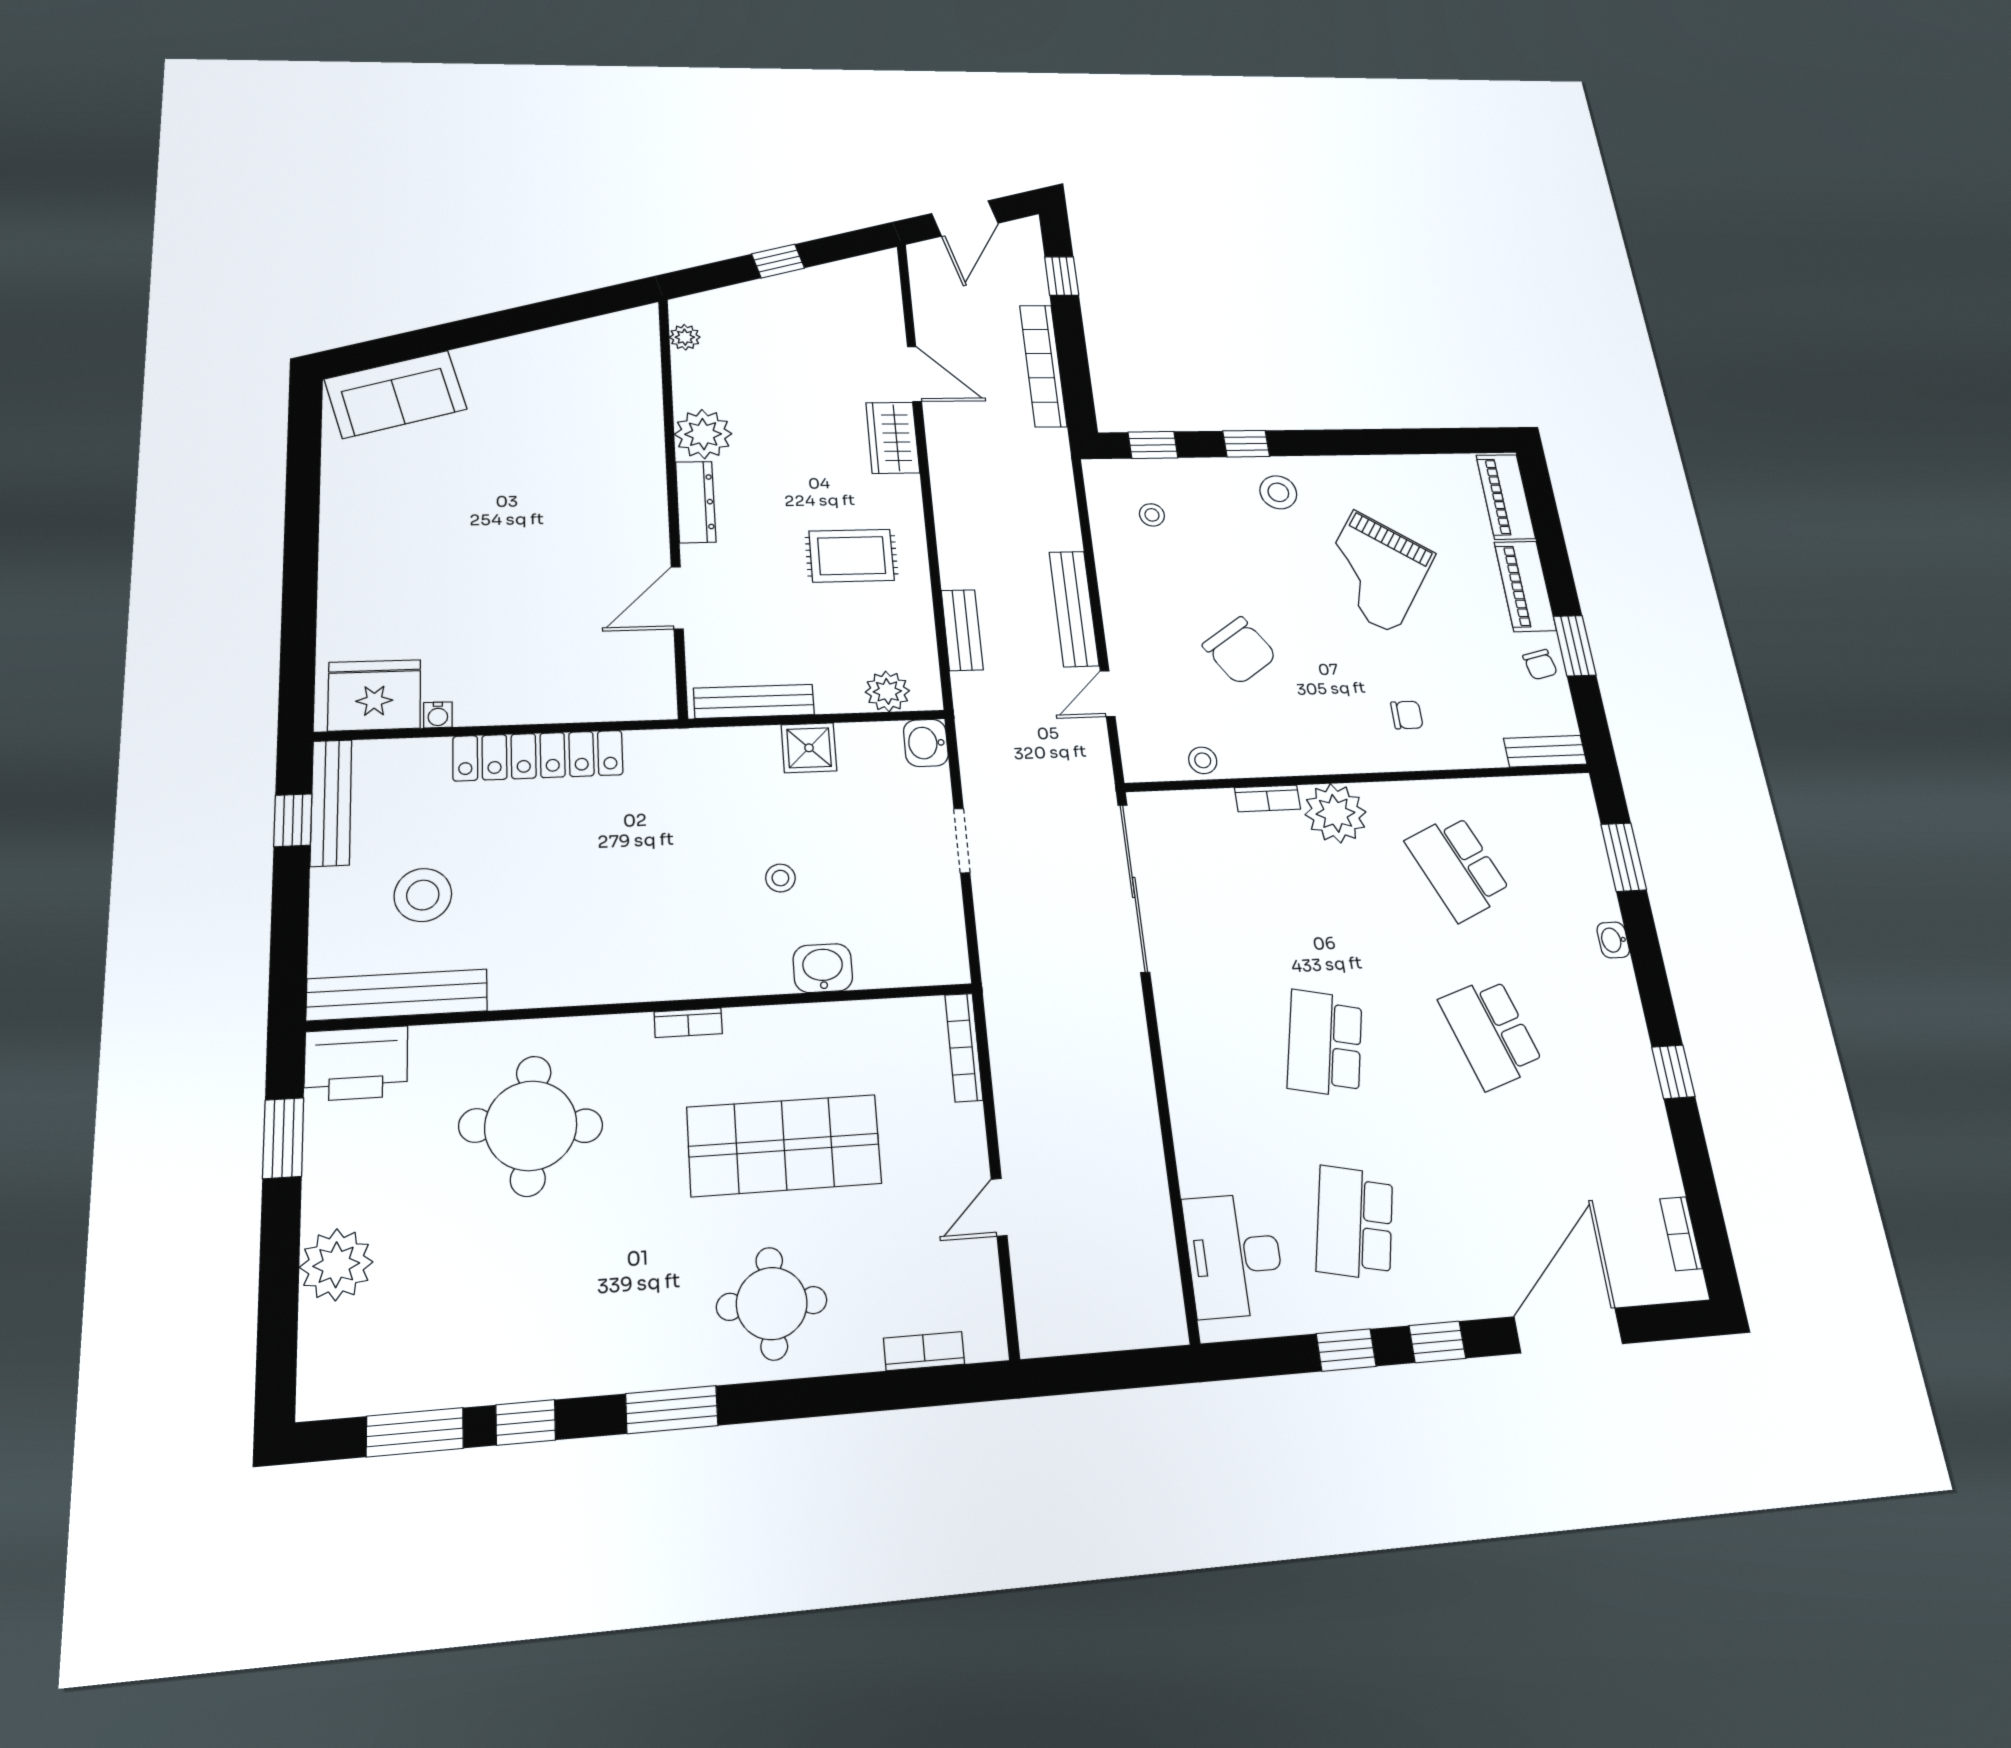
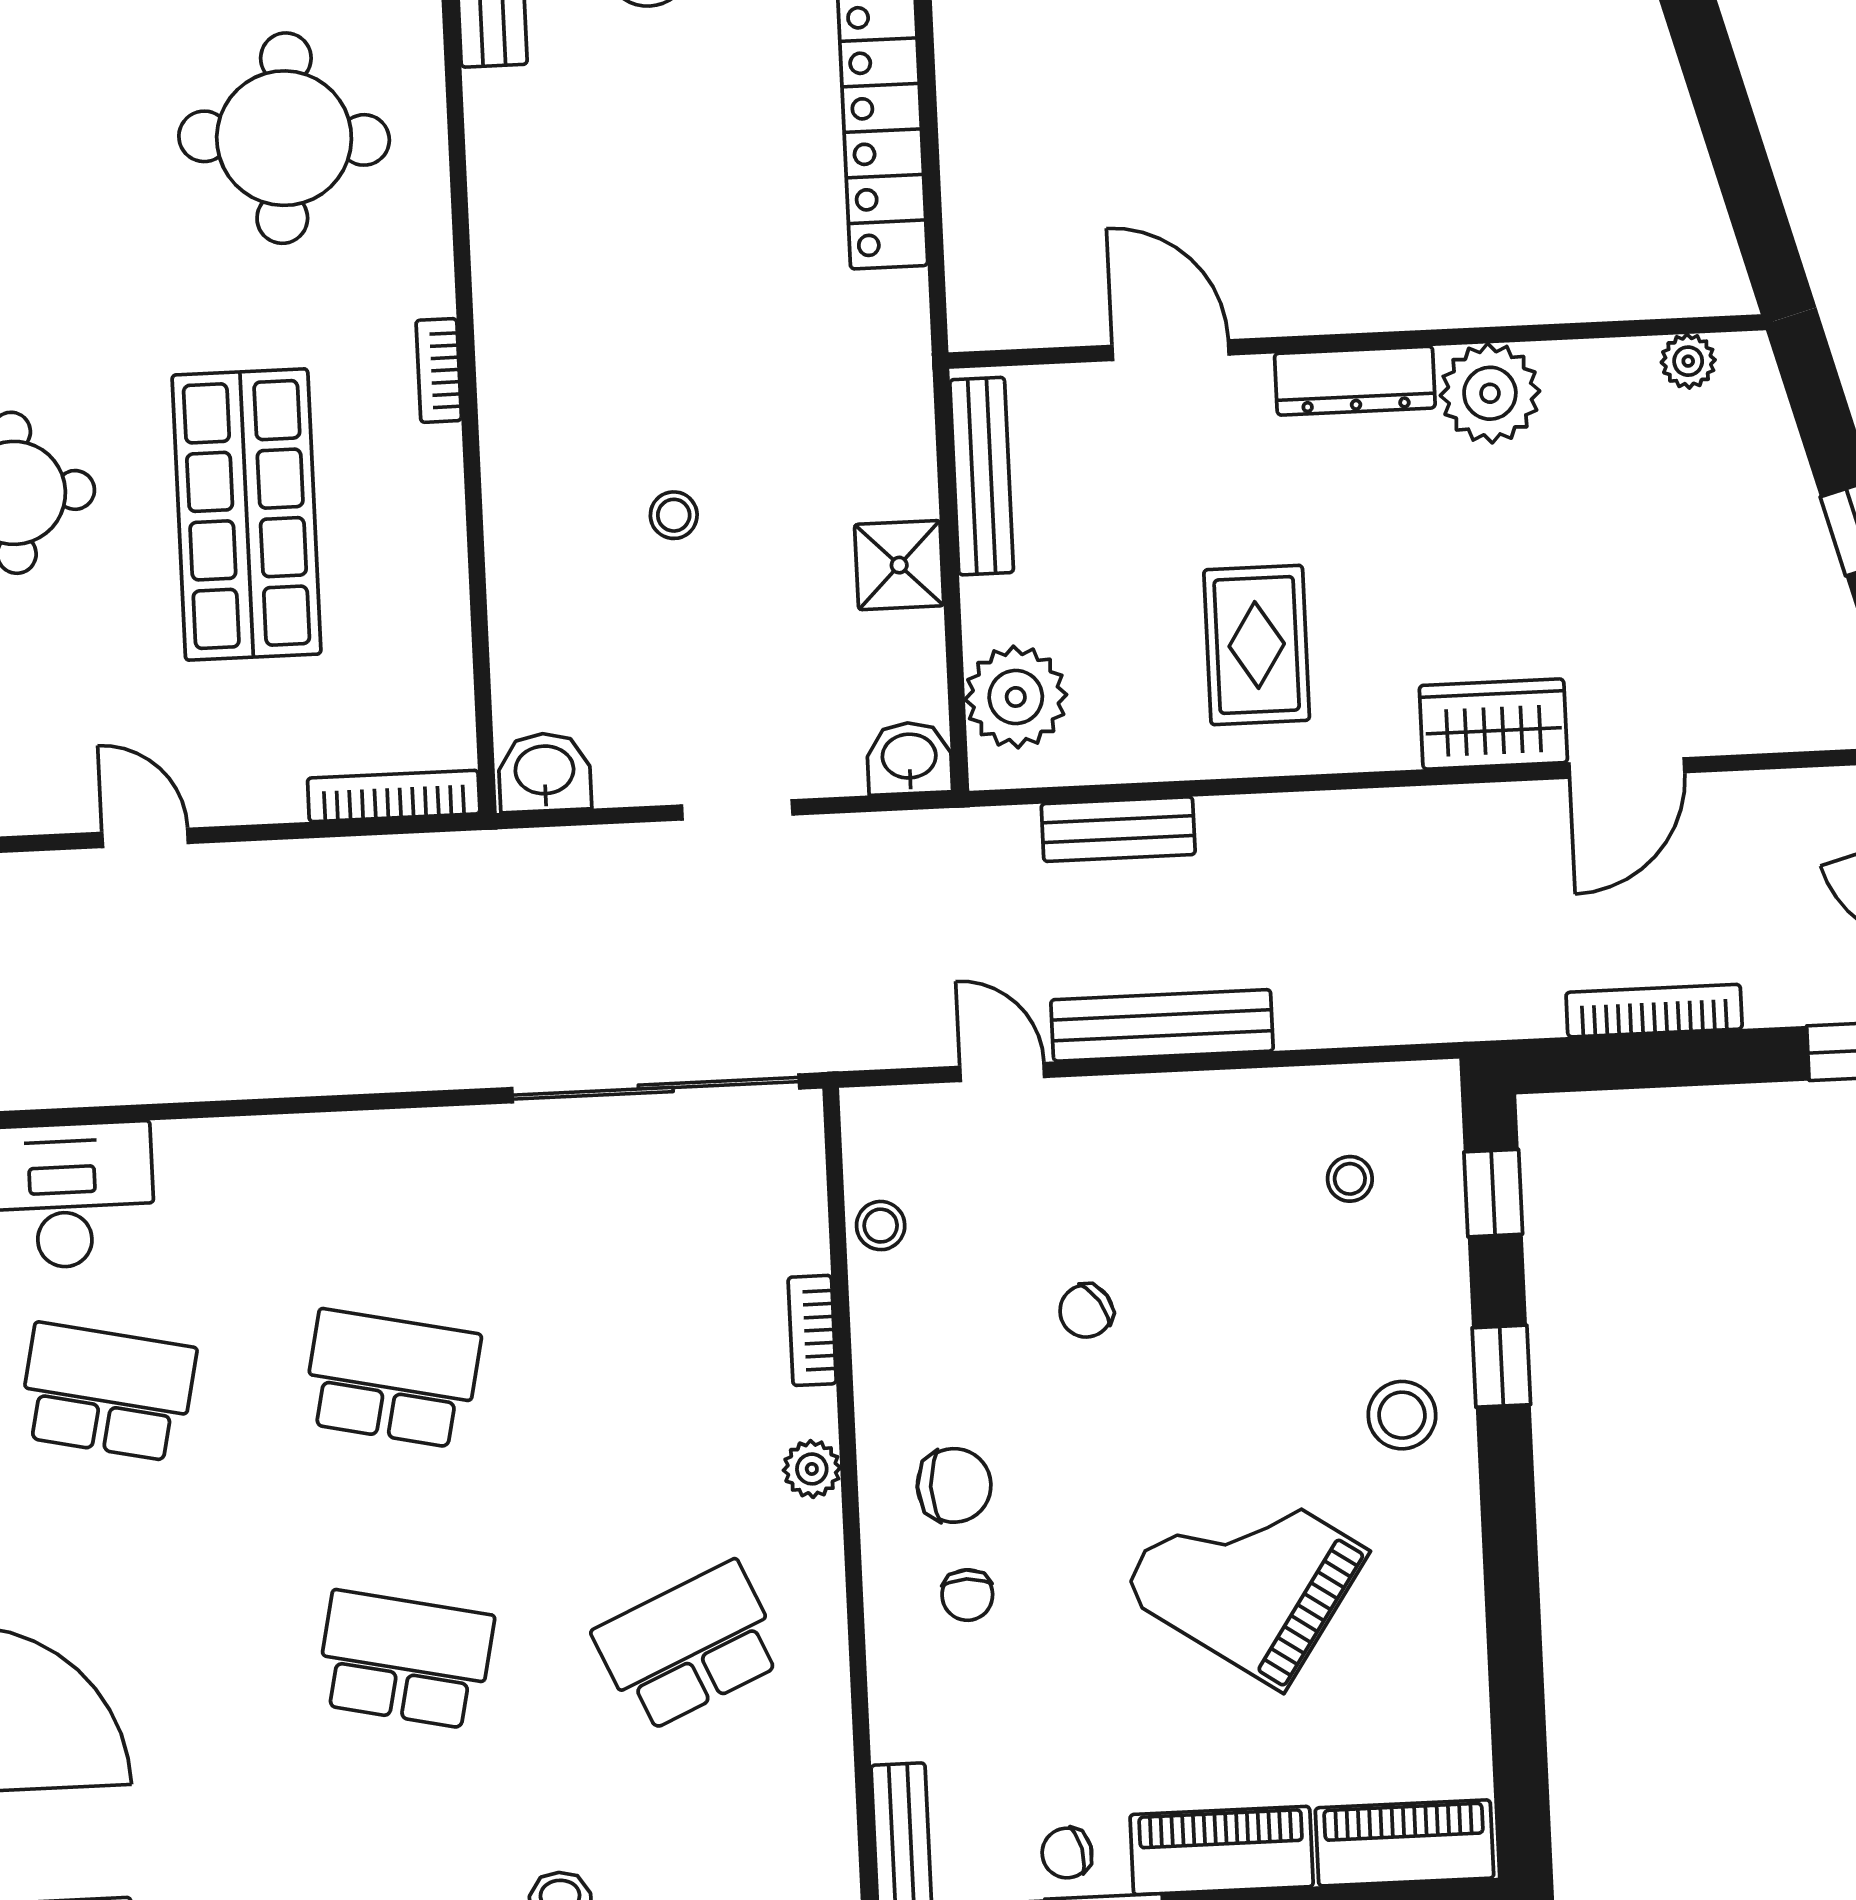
bookcase: (1043, 366) -> (1654, 1011), width x0.68, depth x0.76
chair: (1240, 651) -> (1086, 1311), width x0.54, depth x0.54
plant: (887, 691) -> (1016, 697), width x1.36, depth x1.36
chair: (1346, 722) -> (954, 1485), added
plant: (1335, 813) -> (812, 1469), width x0.53, depth x0.53
washbasin: (823, 968) -> (545, 772), moved, turned -90
school desk: (1491, 1033) -> (405, 1660), turned 30

